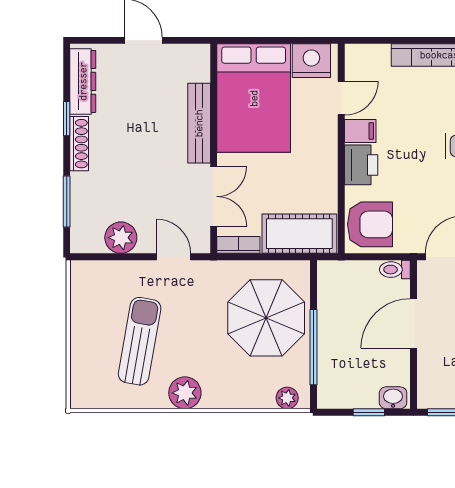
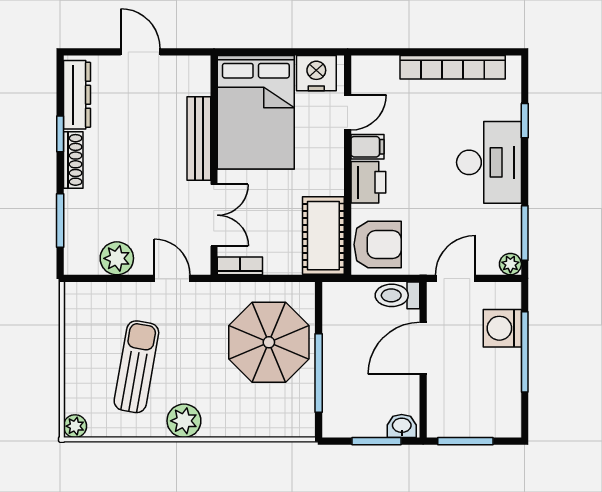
cot: (299, 234) -> (323, 236), moved, turned 90
toilet: (395, 270) -> (397, 295), width x1.37, depth x1.39
plant: (287, 398) -> (75, 426), moved
window: (369, 412) -> (376, 441), width x1.50

